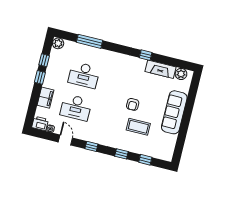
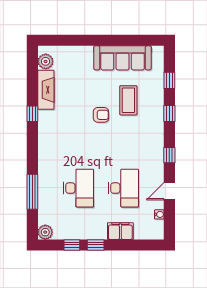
sofa: (174, 112) -> (123, 58), moved
printer: (40, 123) -> (156, 230), removed

